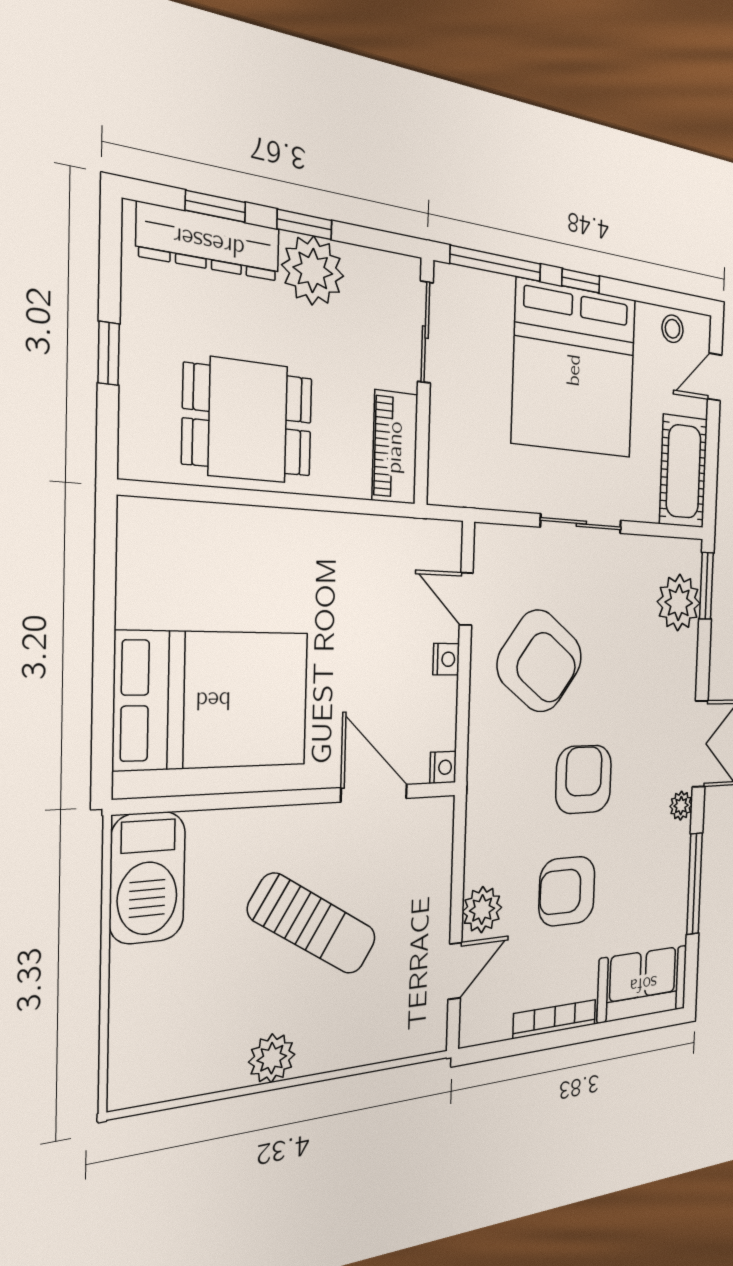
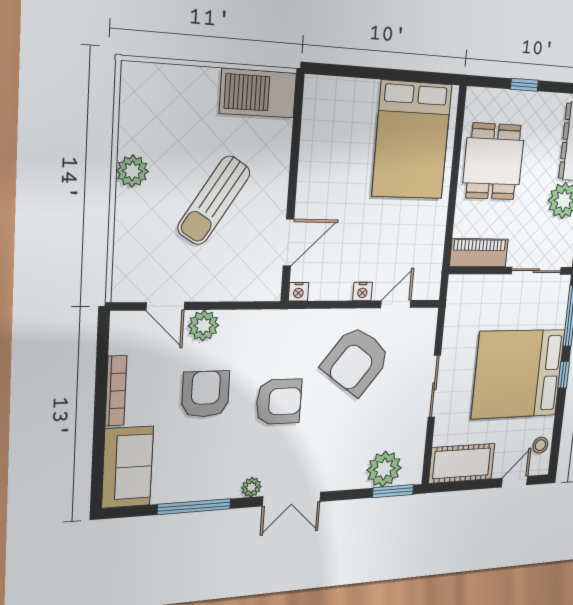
door: (715, 377) -> (515, 482), hinge flipped
bed: (213, 700) -> (412, 140), moved

